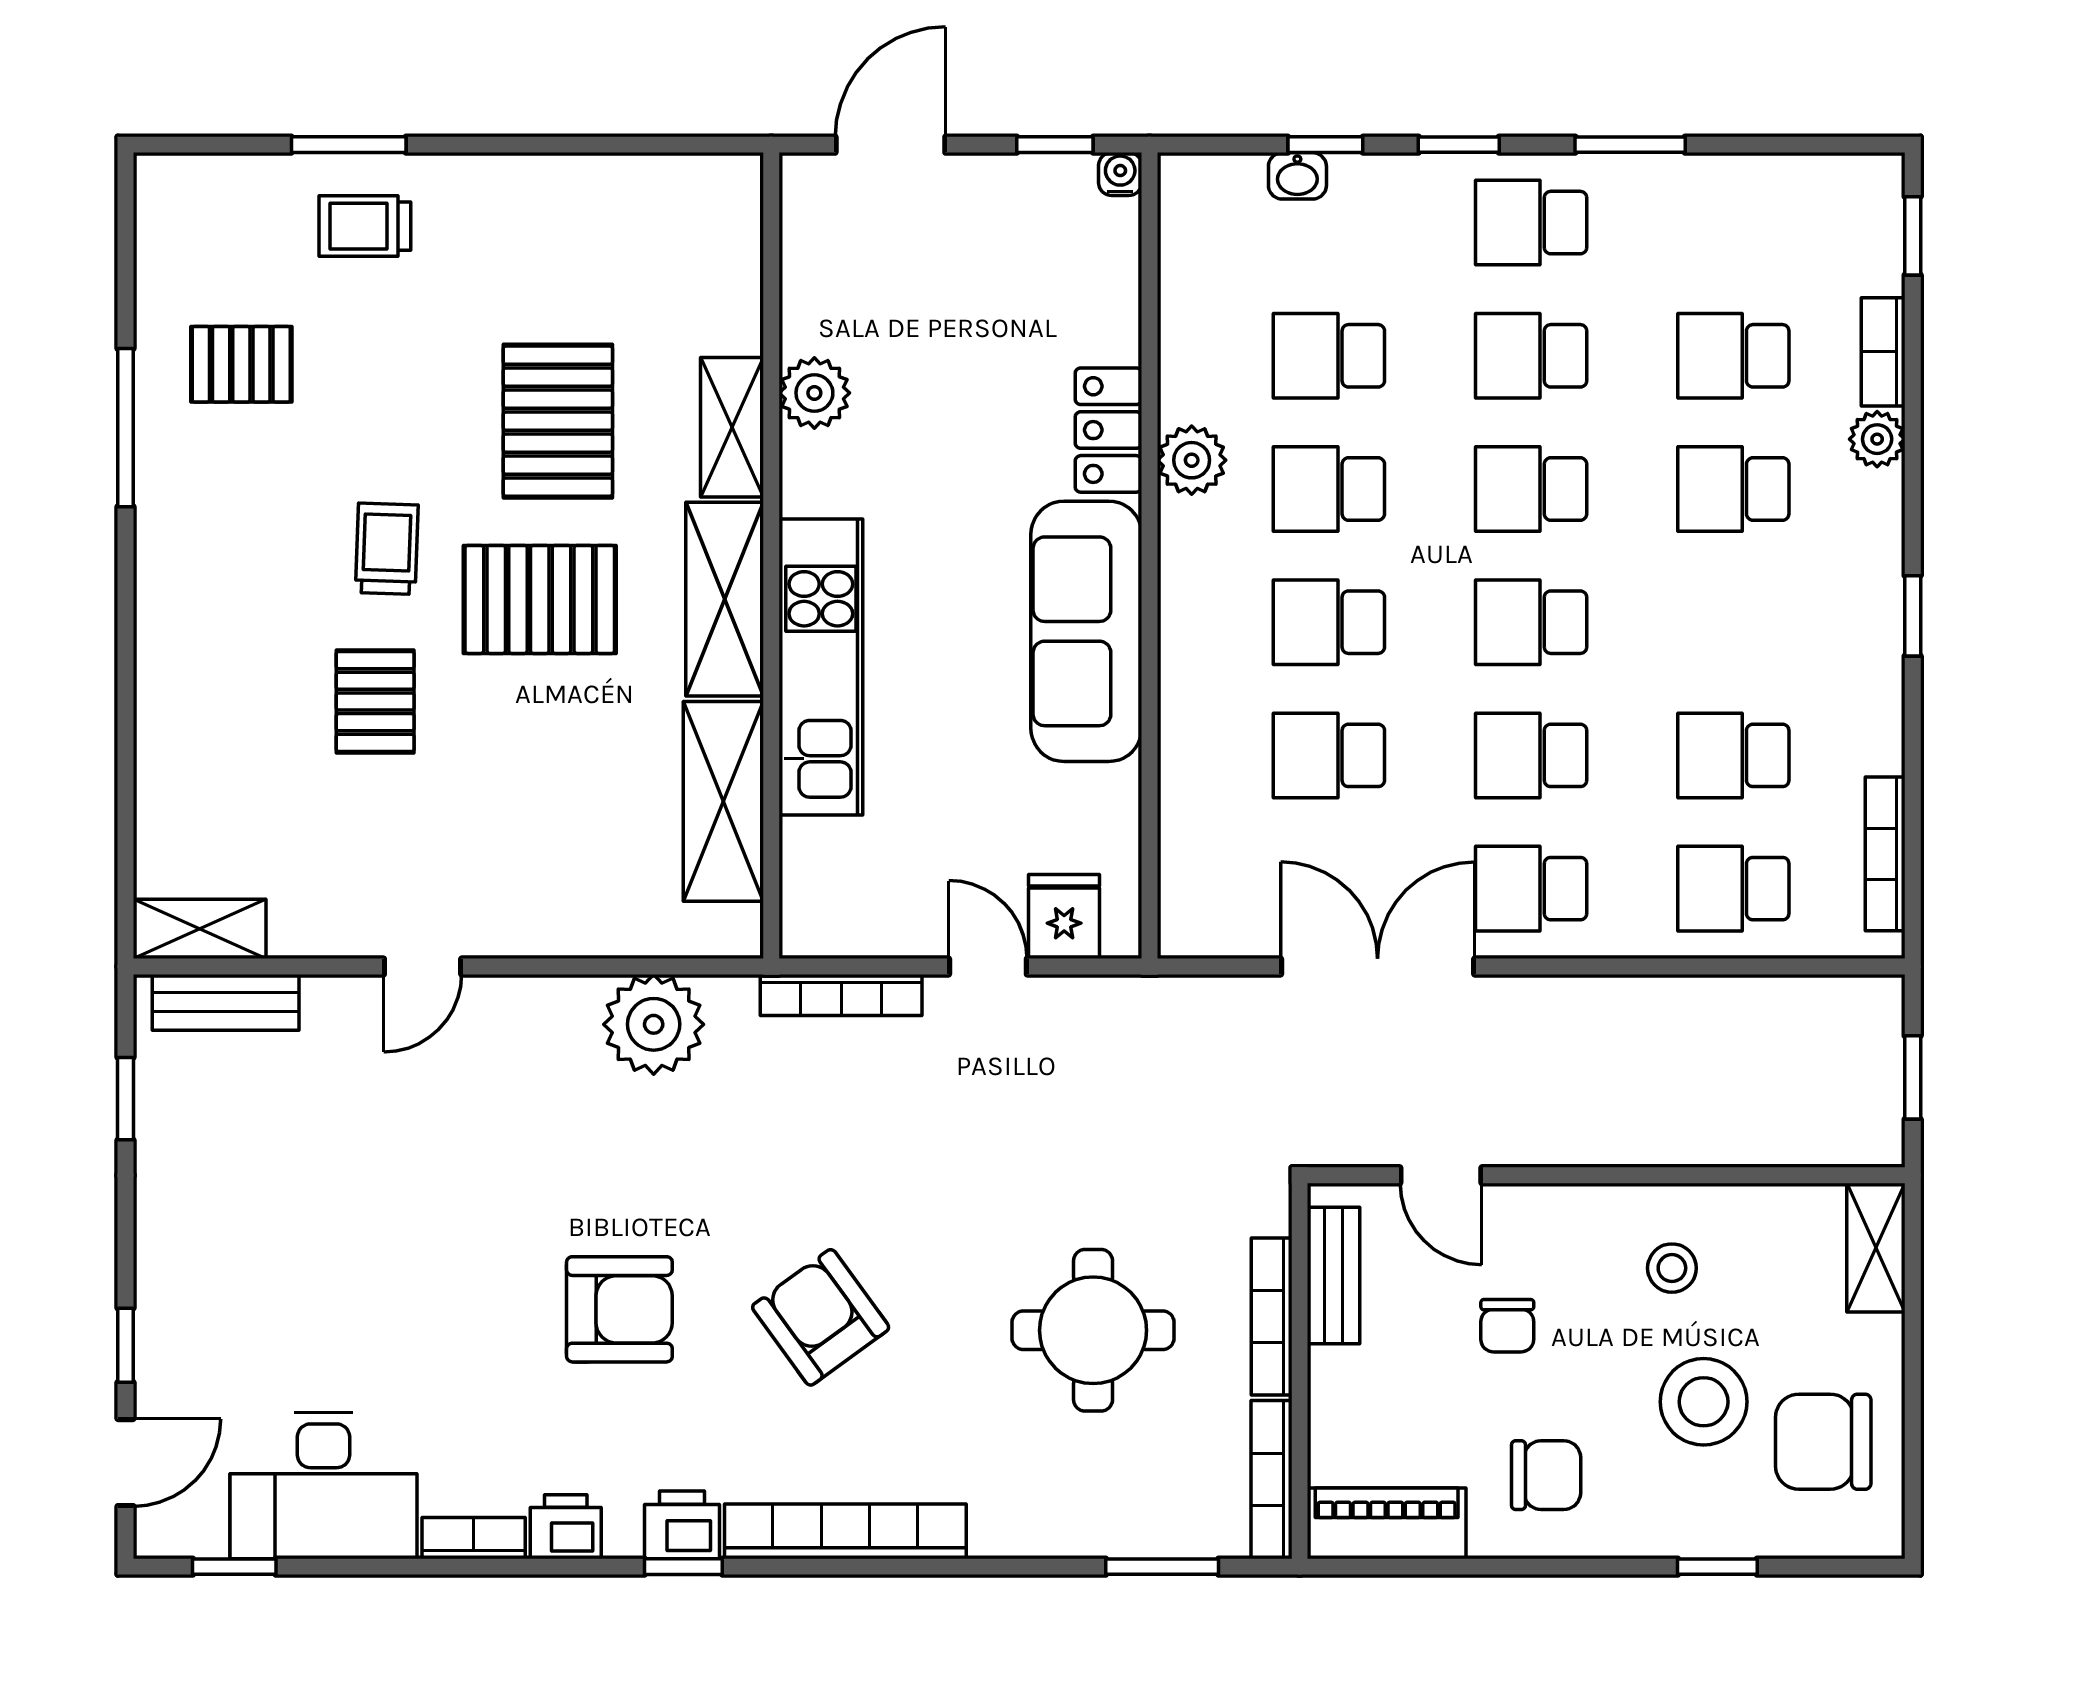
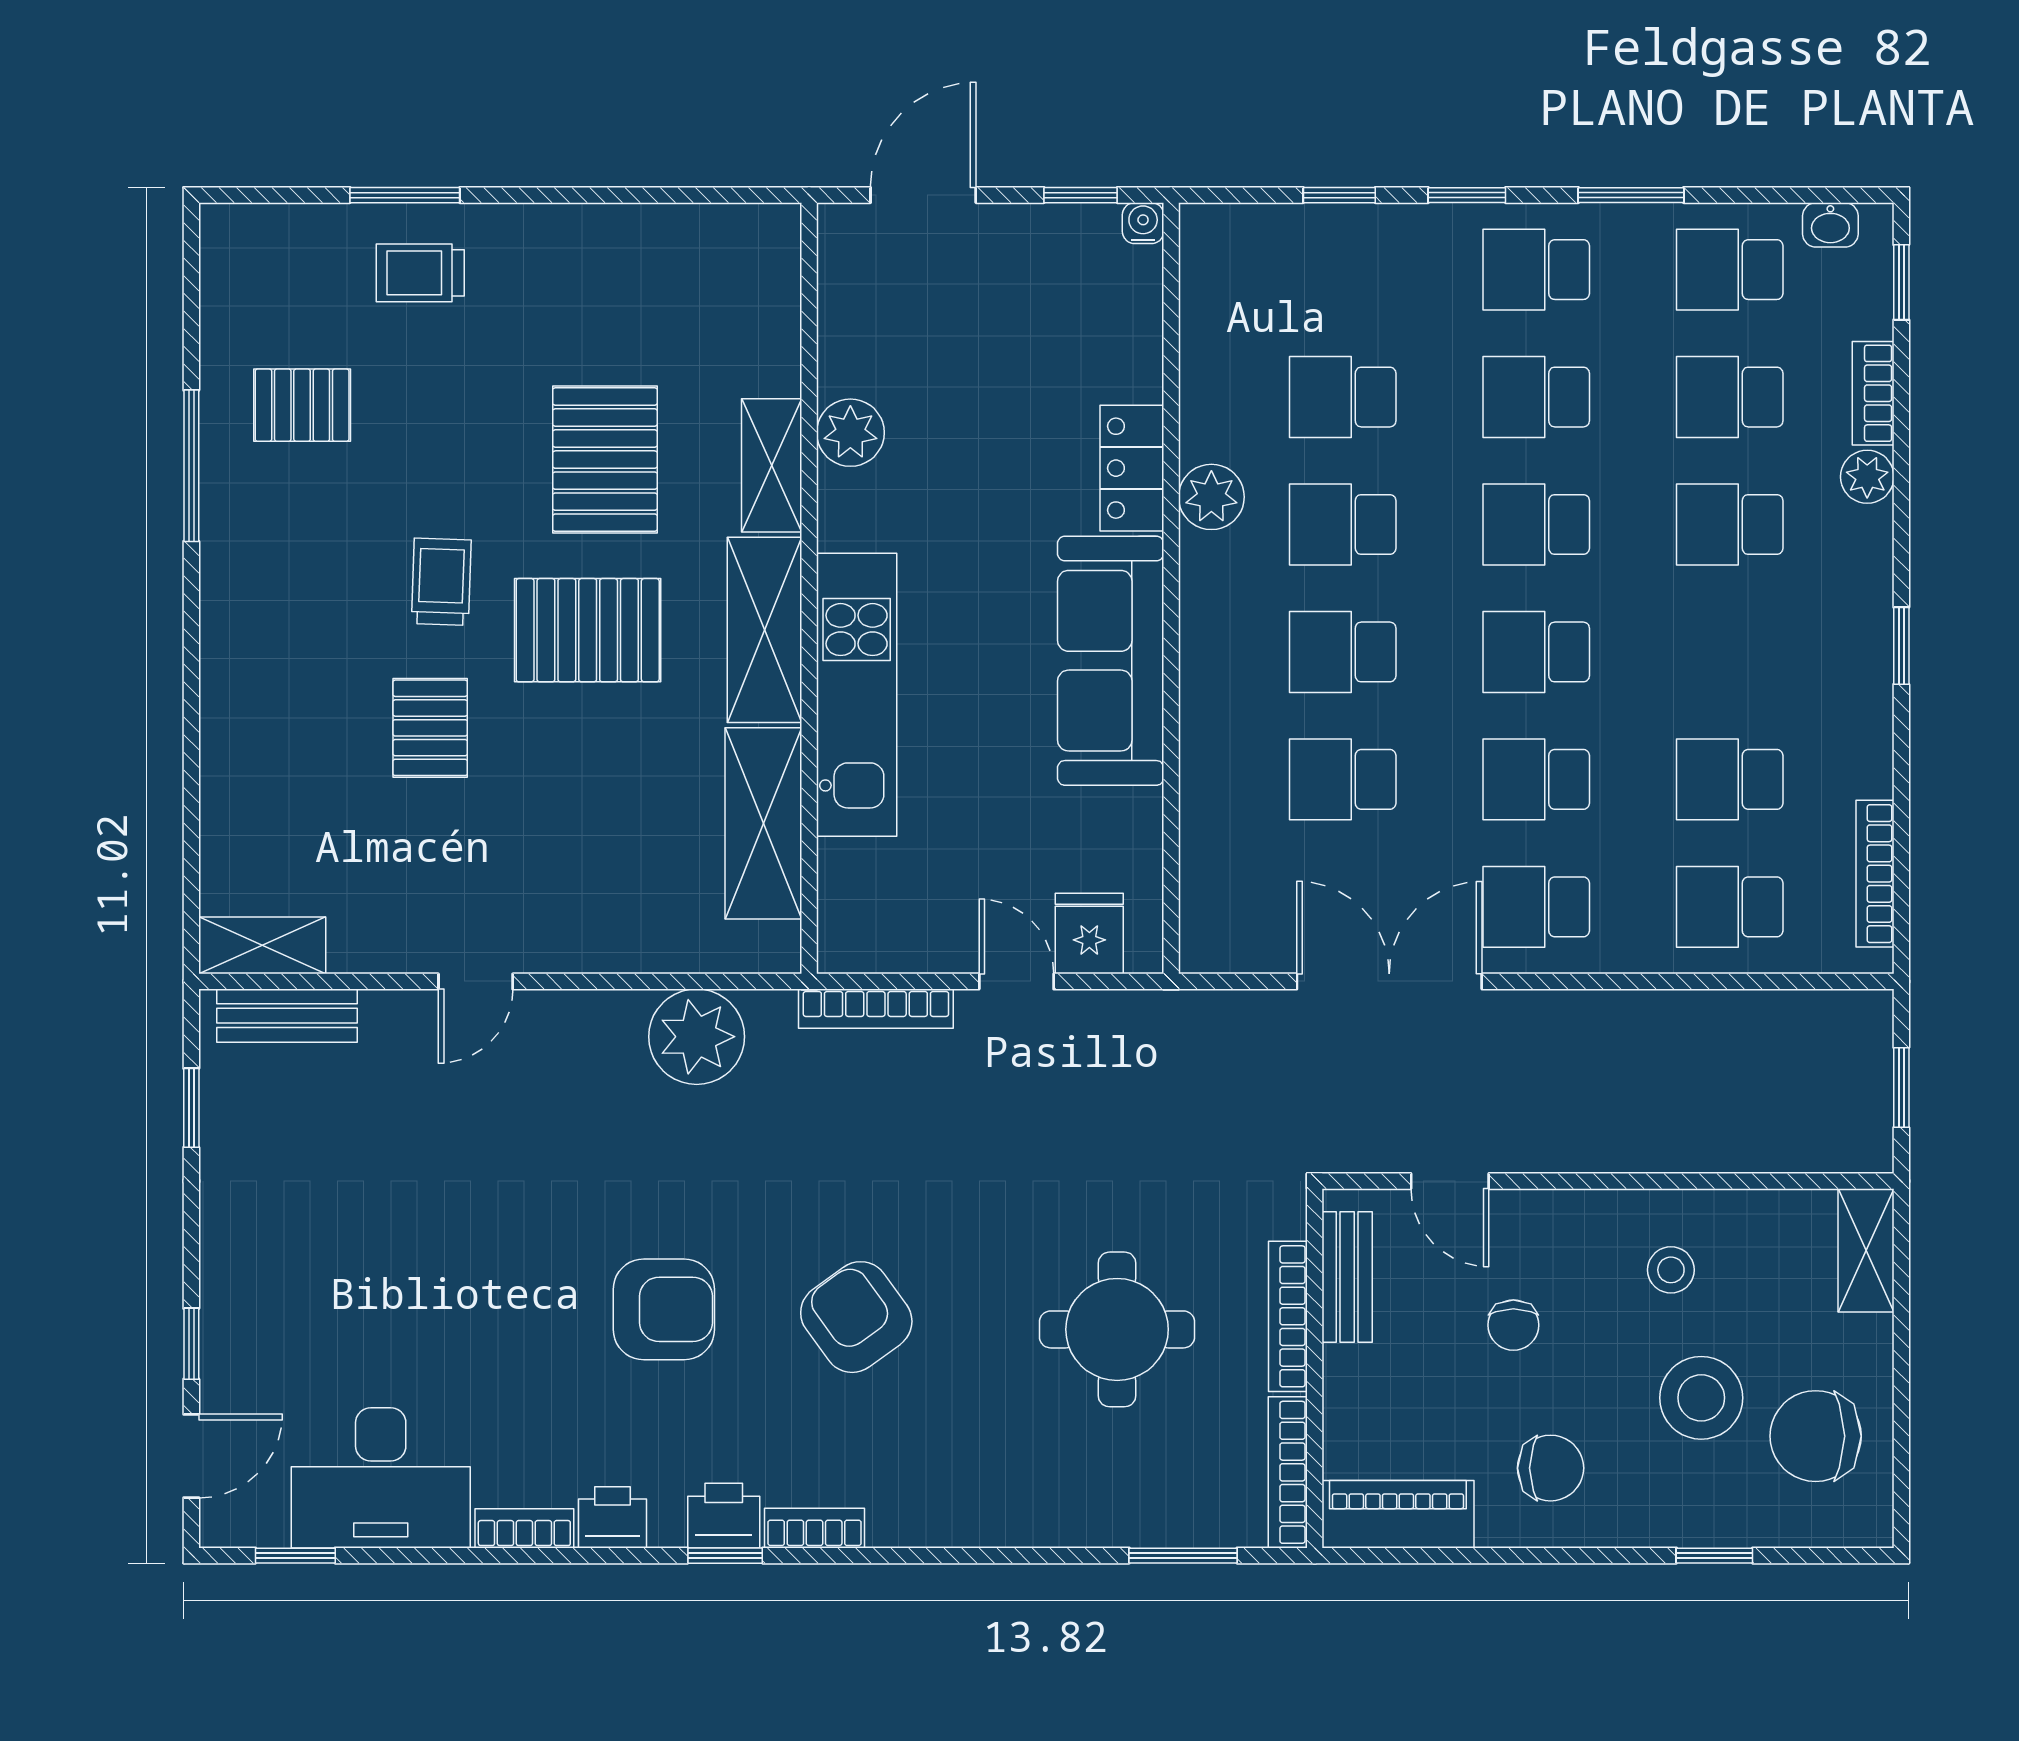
washbasin: (1297, 176) -> (1830, 225), moved
school desk: (1733, 223) -> (1730, 270), added
bookcase: (845, 1531) -> (815, 1528), width x0.43, depth x0.76

